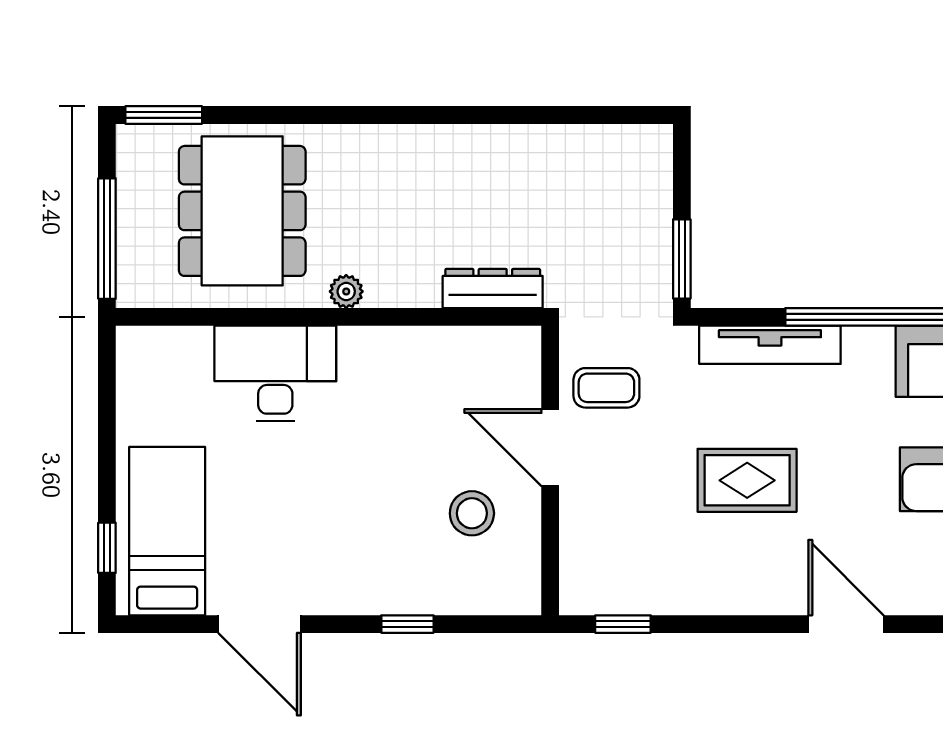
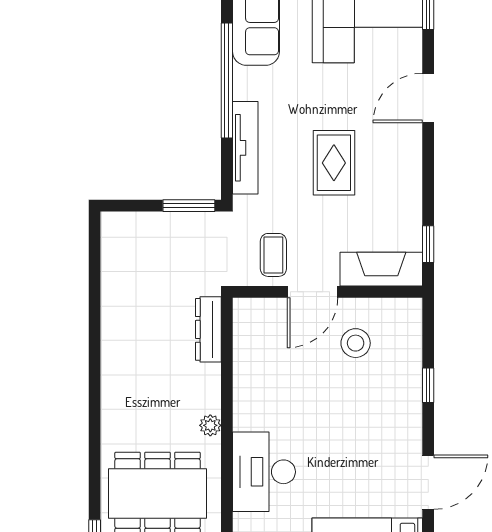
fireplace: (585, 553) -> (381, 269), added

